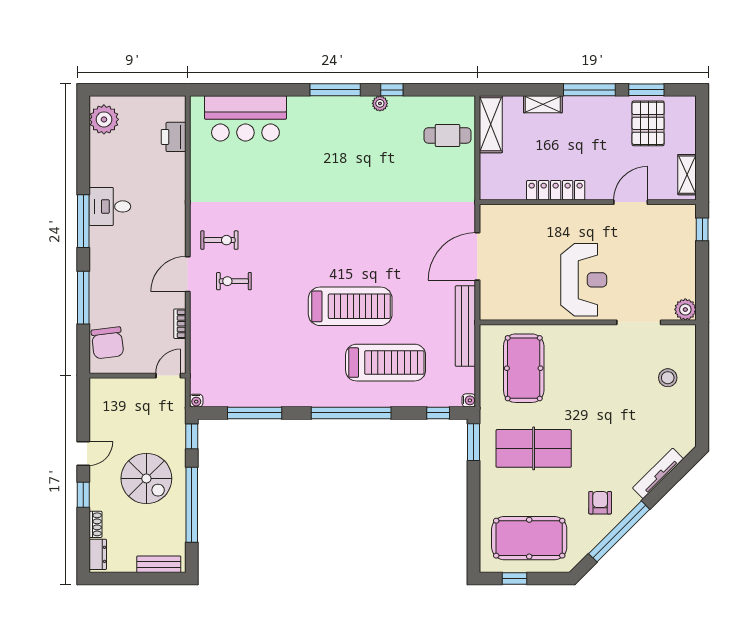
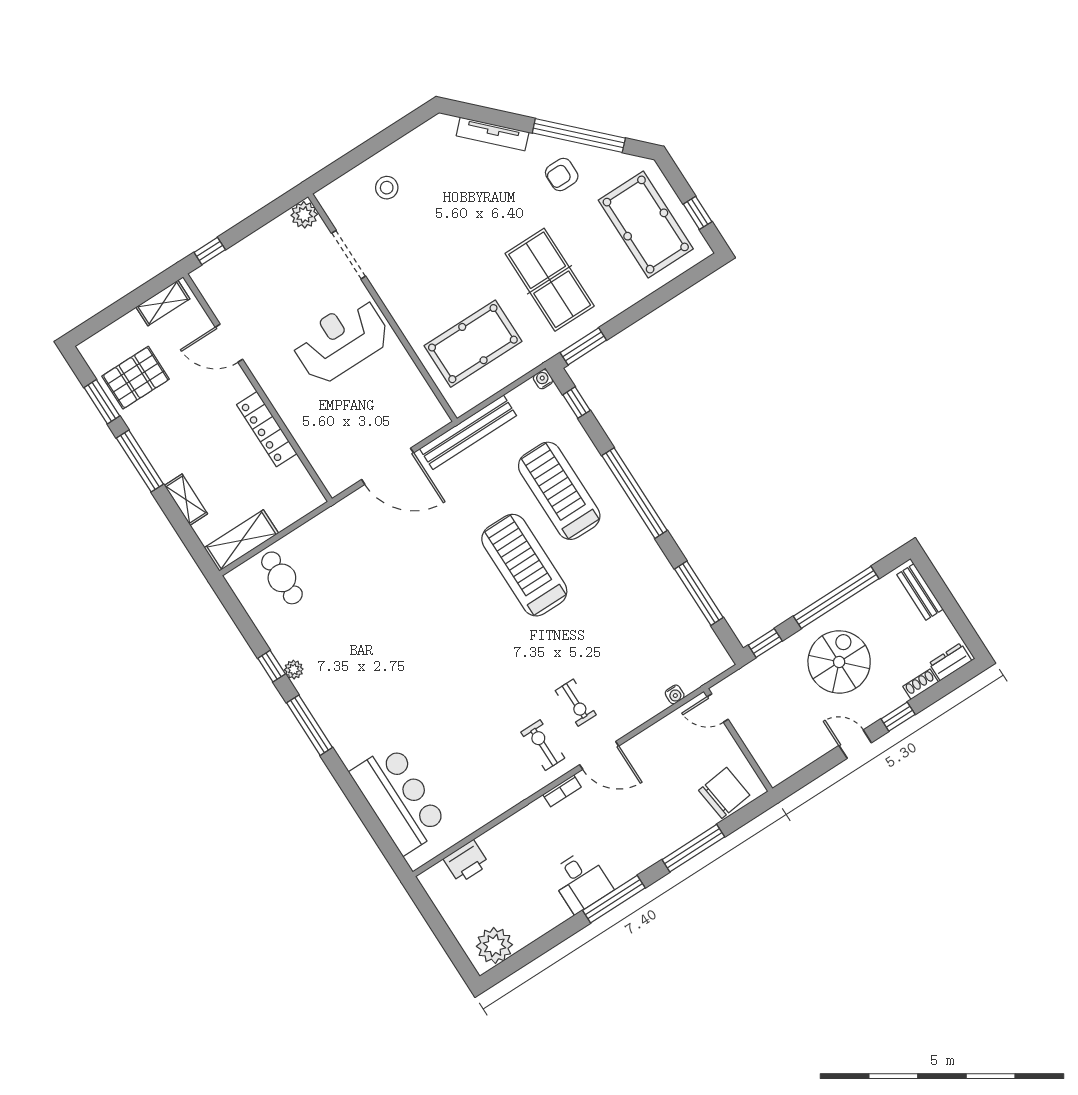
bookcase: (180, 324) -> (562, 791), moved
water cooler: (196, 401) -> (675, 694), moved, turned 90

